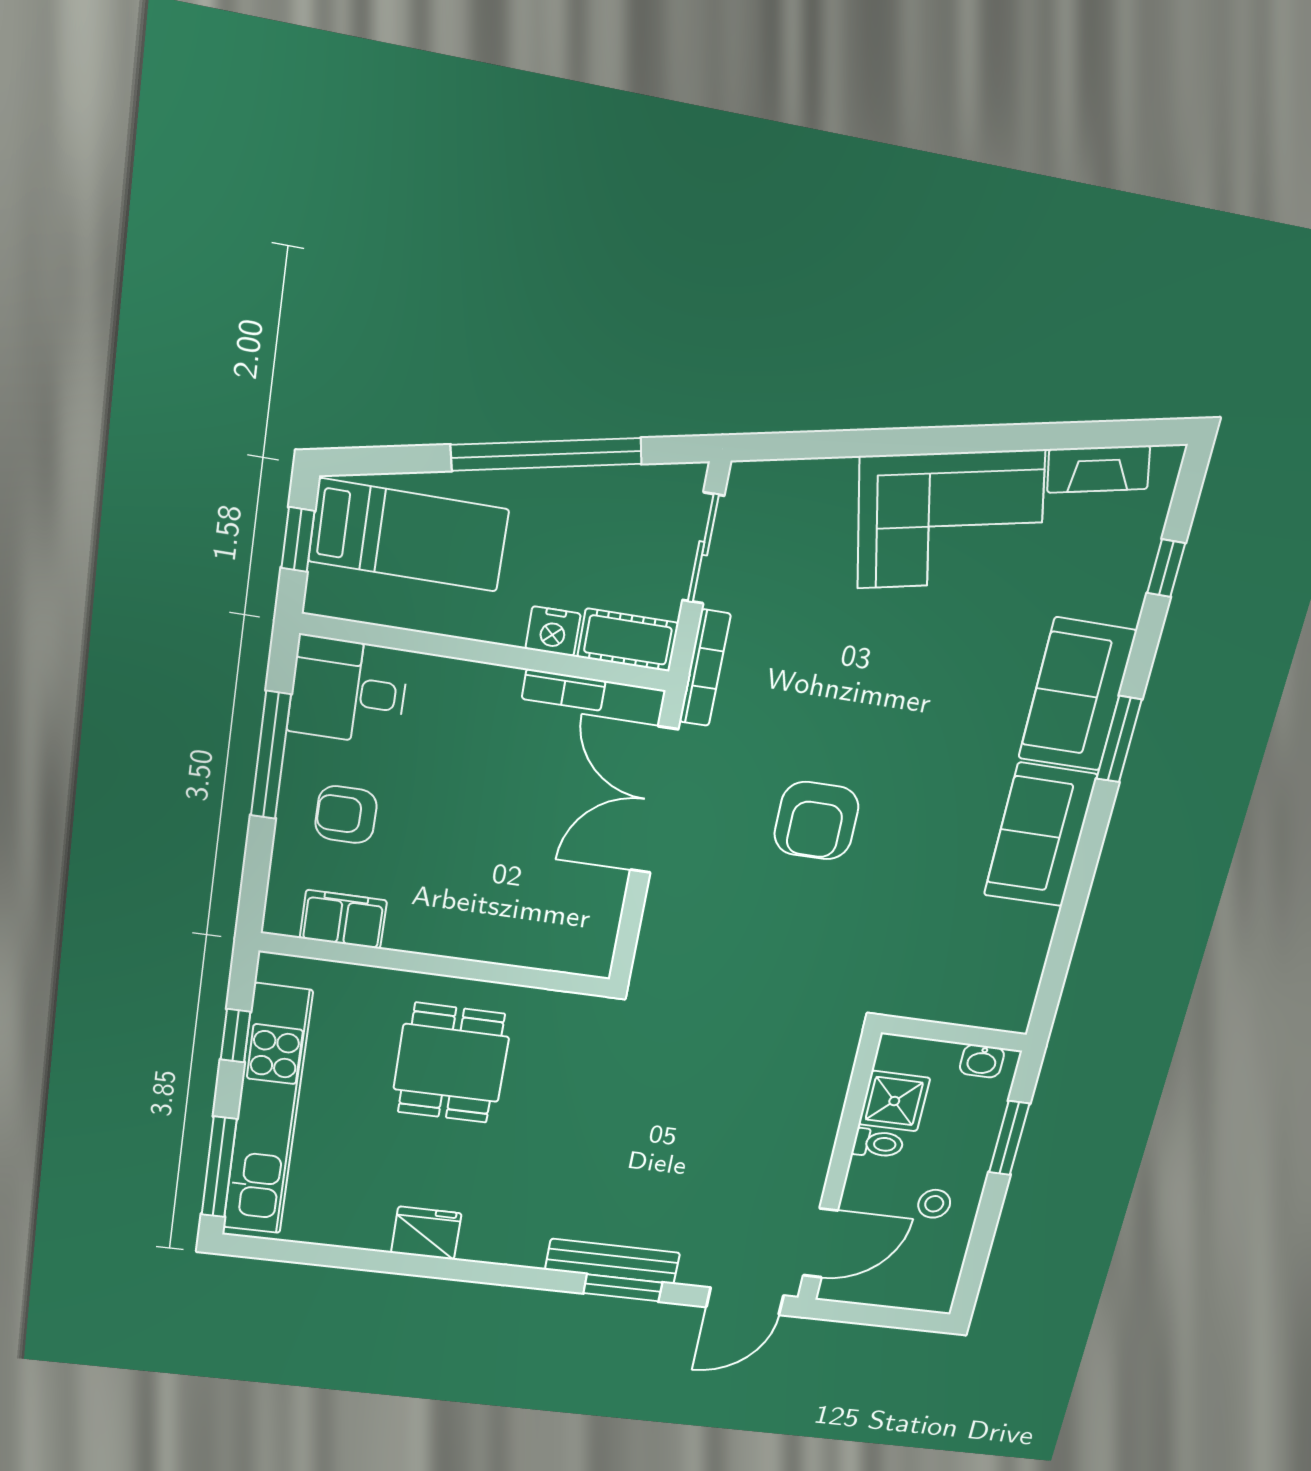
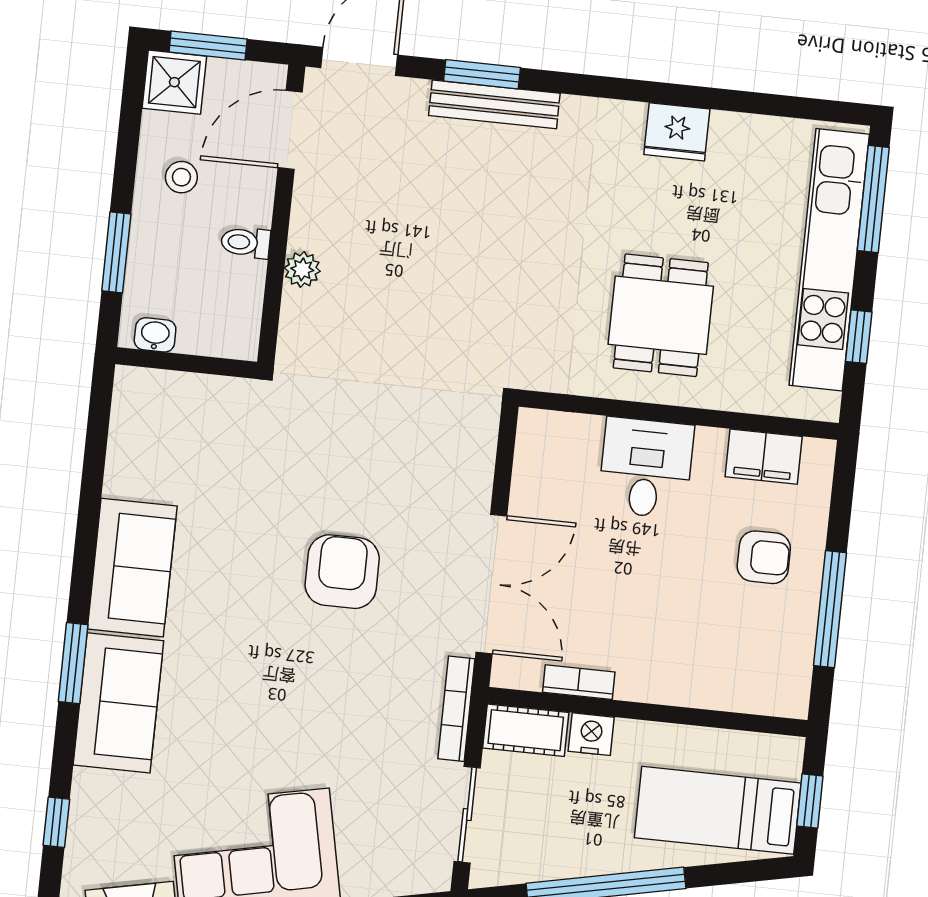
desk: (348, 691) -> (646, 468), moved, turned -90
shower: (894, 1101) -> (174, 82), moved
plant: (824, 1117) -> (302, 269), added
window: (892, 1317) -> (208, 45), added

